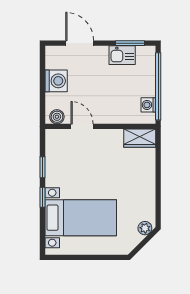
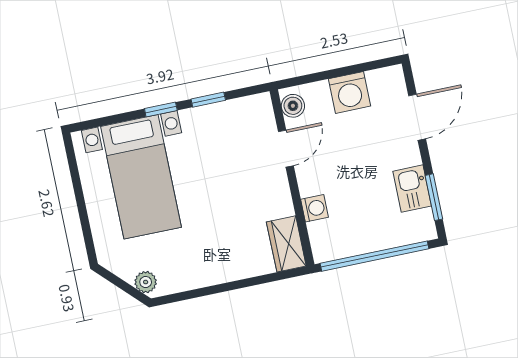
washing machine: (148, 105) -> (315, 208), moved, turned 90

